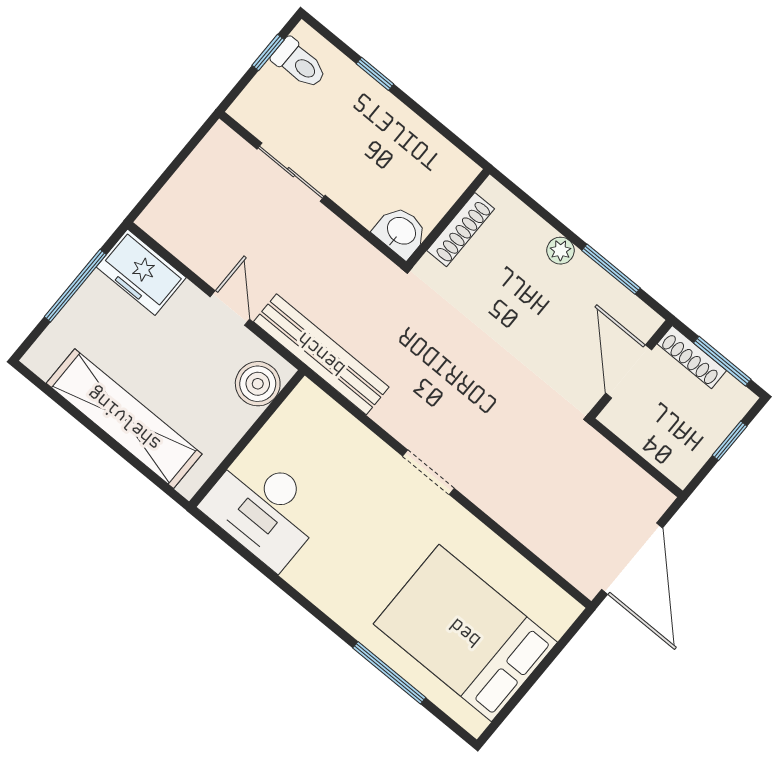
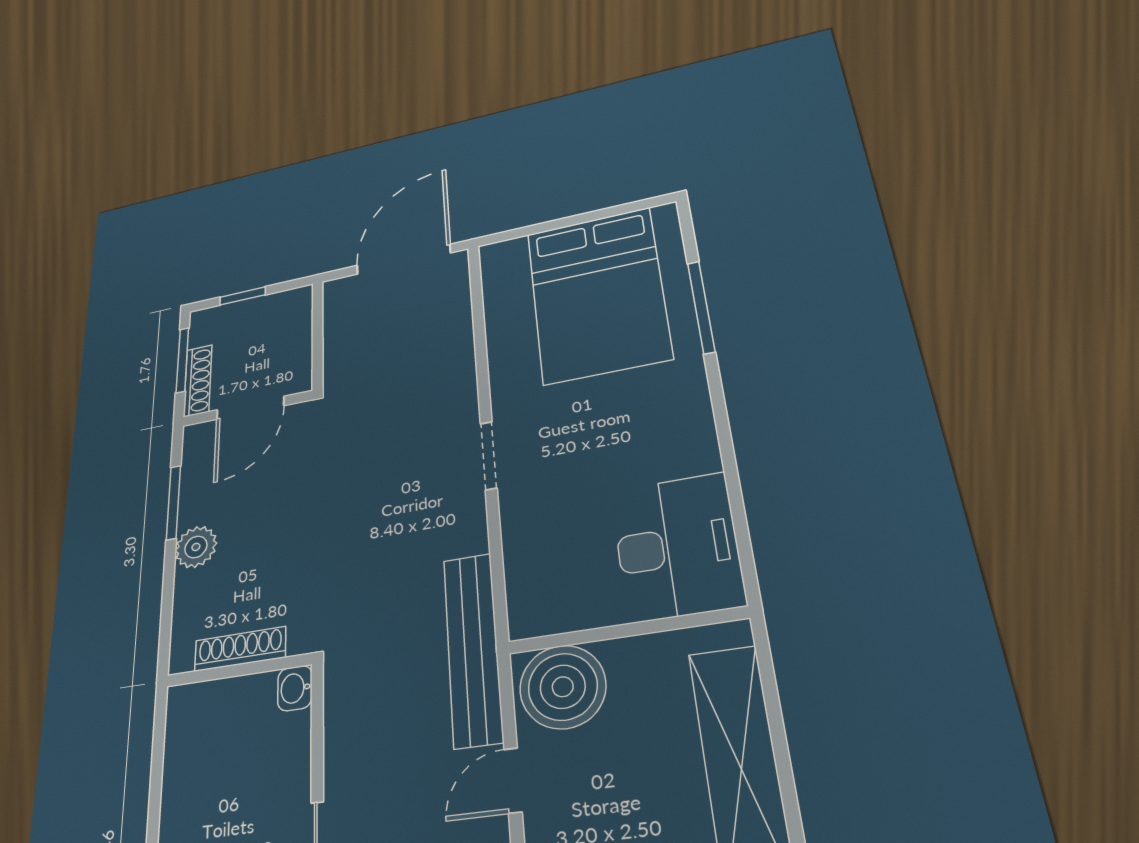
washbasin: (401, 232) -> (295, 688), width x0.72, depth x0.69
plant: (560, 251) -> (196, 547), width x1.38, depth x1.38
boiler: (258, 384) -> (563, 687), width x1.37, depth x1.37

